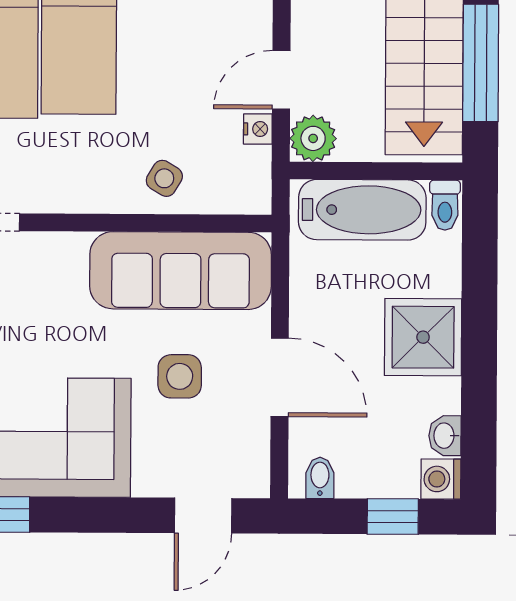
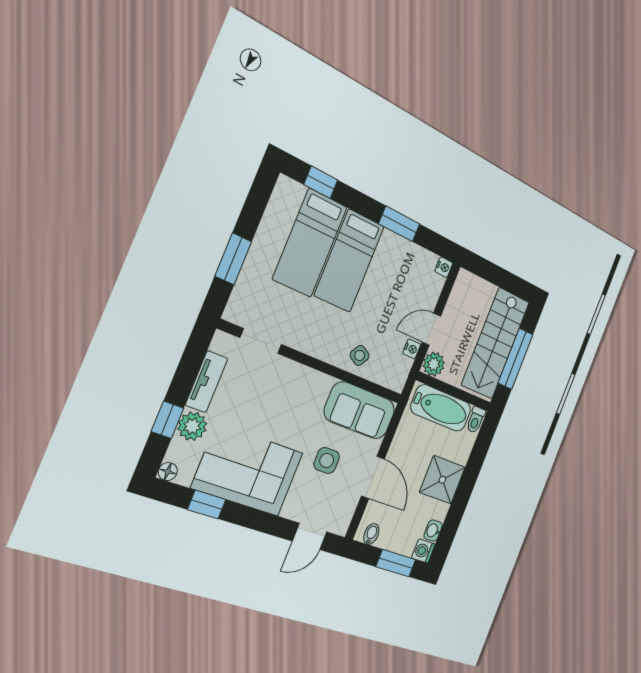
sofa: (181, 271) -> (360, 410), width x0.73
window: (393, 517) -> (396, 563), width x1.50

